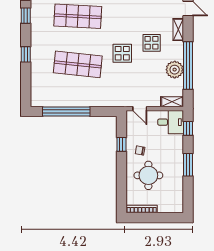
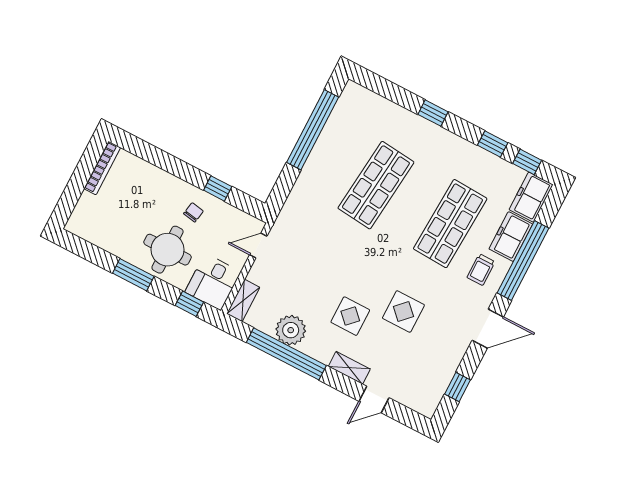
display table: (122, 53) -> (403, 311), moved
round table: (148, 175) -> (168, 250), moved

